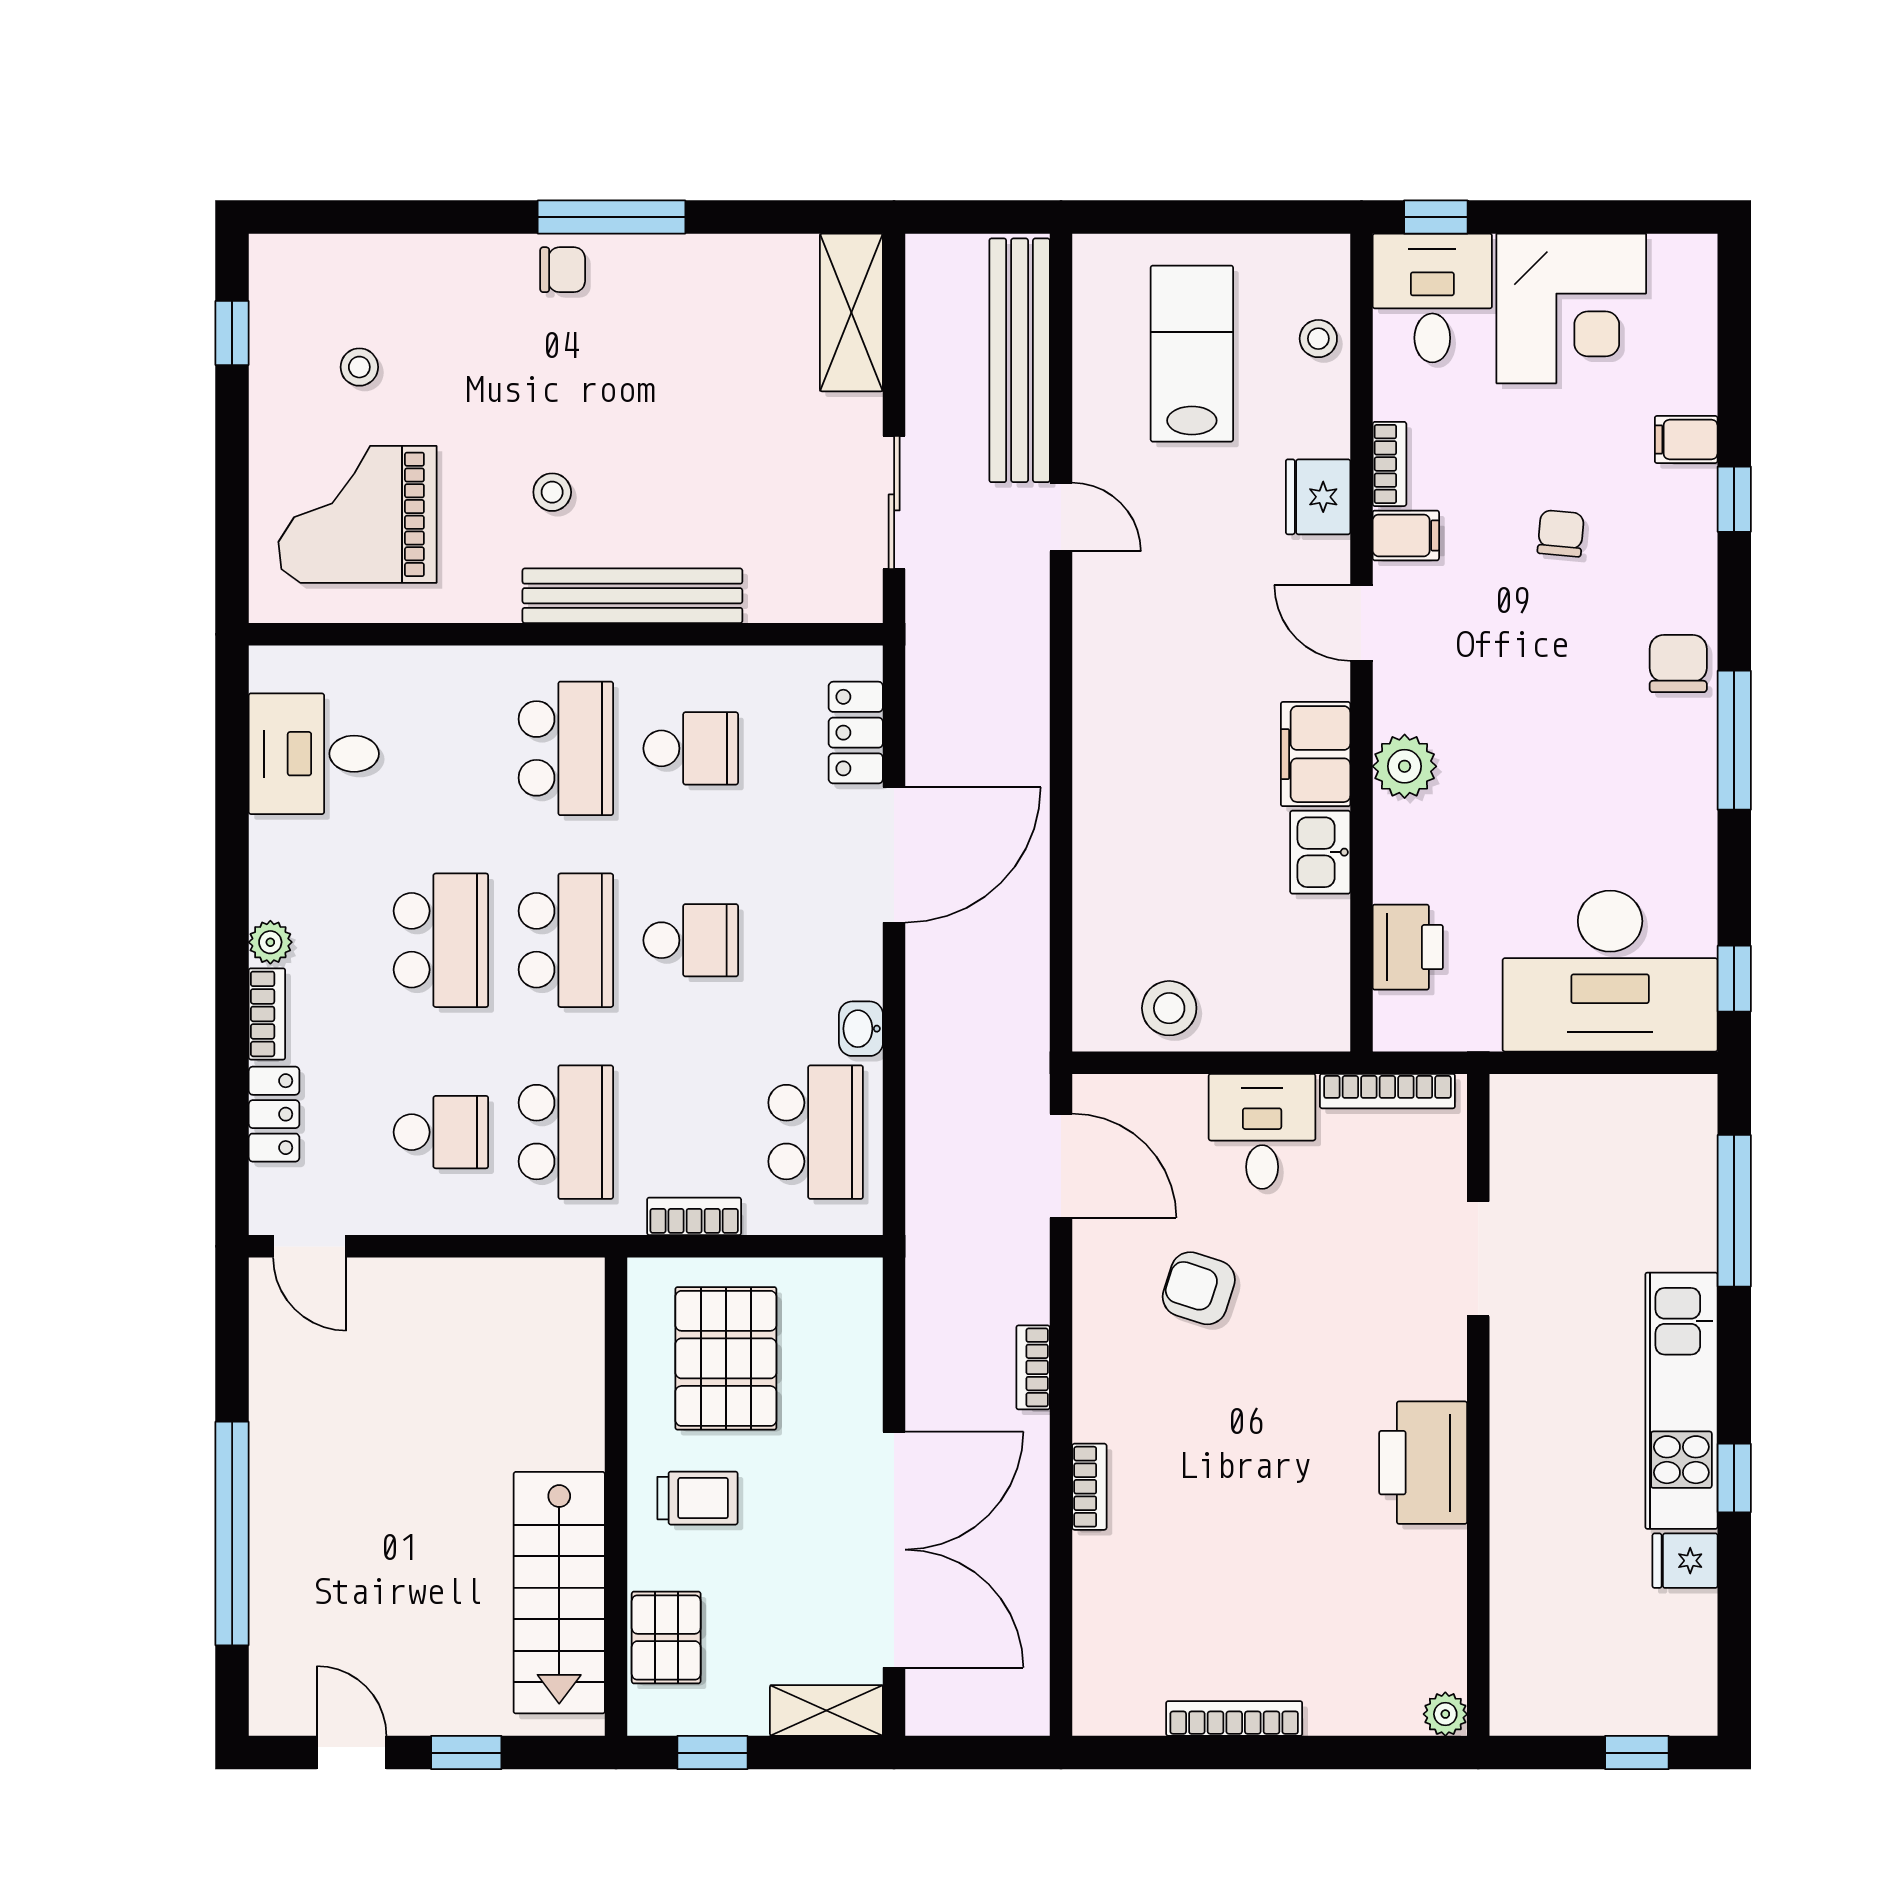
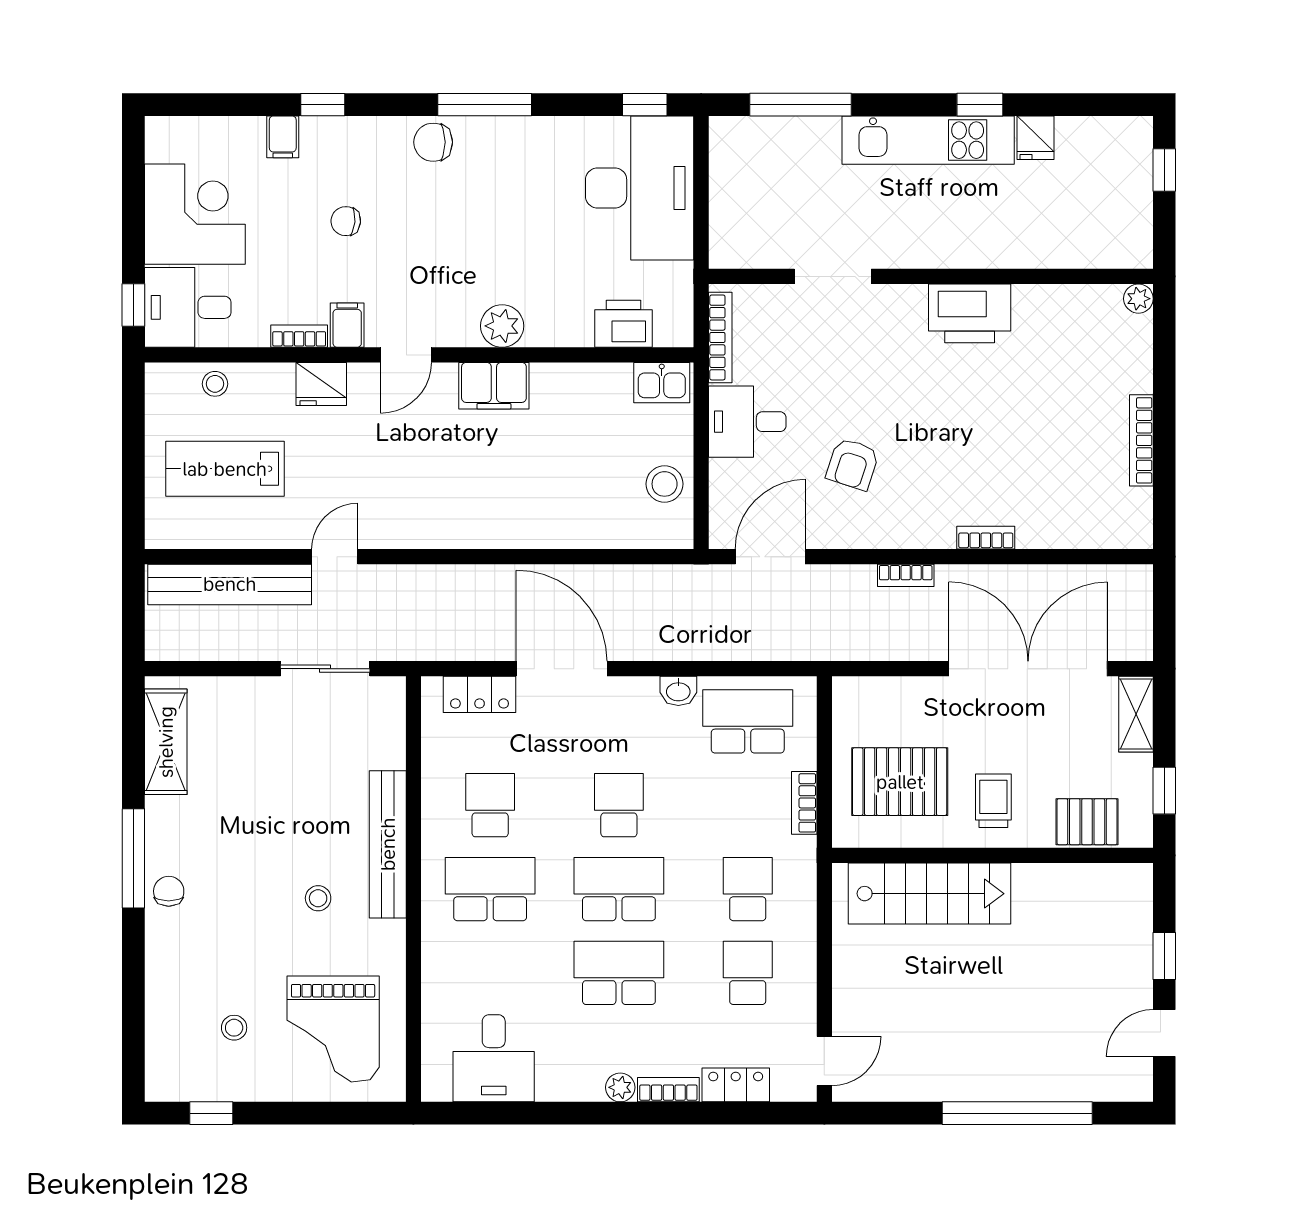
shelving: (851, 312) -> (166, 742), moved, turned 90
kitchen sink: (1320, 852) -> (662, 383), moved
school desk: (566, 1132) -> (748, 889), width x0.54
stairs: (559, 1593) -> (929, 894), moved

